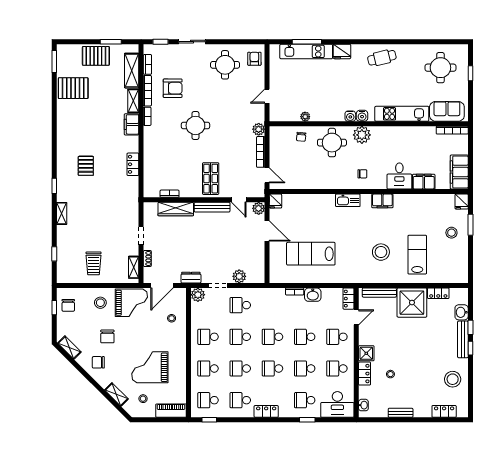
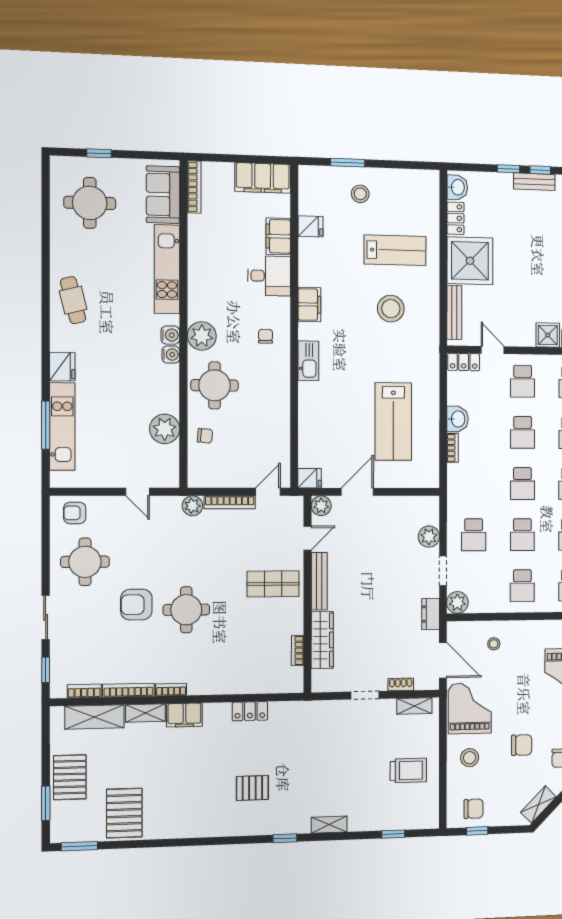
window: (111, 42) -> (46, 803), moved
armchair: (173, 88) -> (136, 605), moved, turned -90
plant: (305, 117) -> (165, 429), width x1.87, depth x1.87
fridge: (462, 202) -> (310, 226), moved
lab bench: (417, 255) -> (395, 250), turned 180
washbasin: (462, 312) -> (457, 187), moved, turned -90
bench: (463, 339) -> (534, 182), width x0.73

